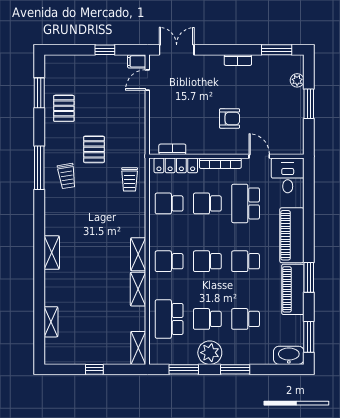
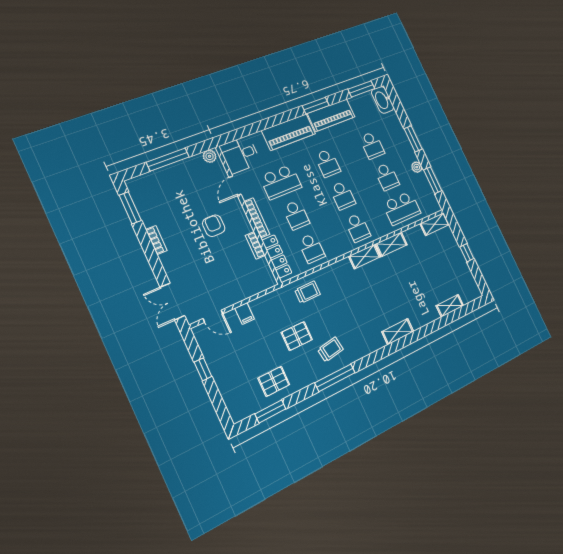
filing cabinet: (137, 61) -> (245, 314), moved
plant: (297, 80) -> (210, 156), moved
window: (309, 104) -> (168, 160), width x1.44
bookcase: (172, 149) -> (255, 245), moved
plant: (210, 353) -> (417, 167), width x0.53, depth x0.53

